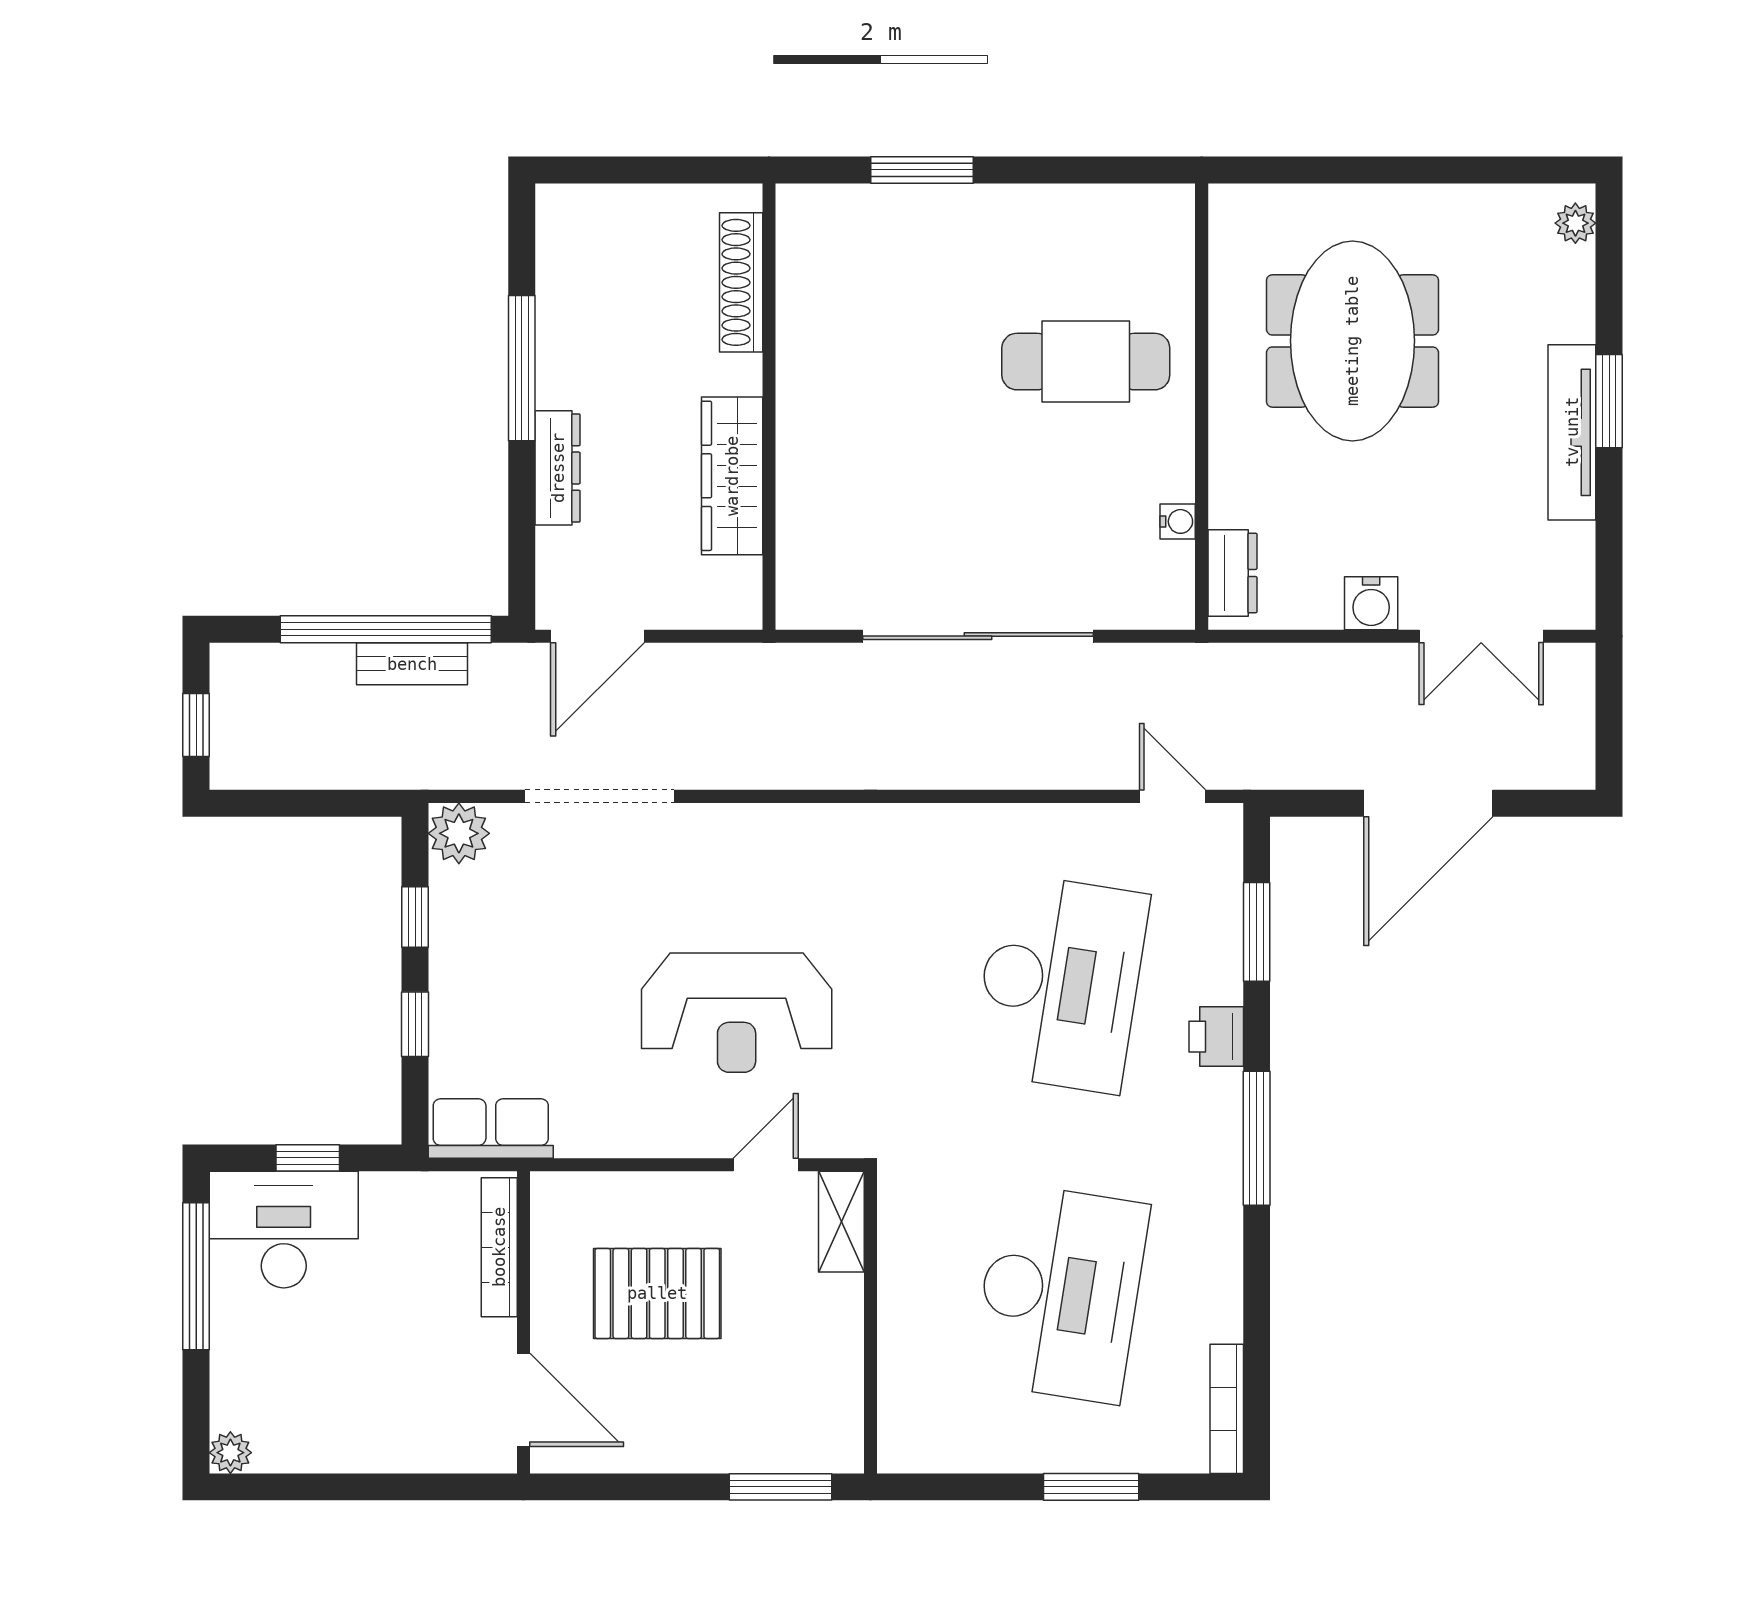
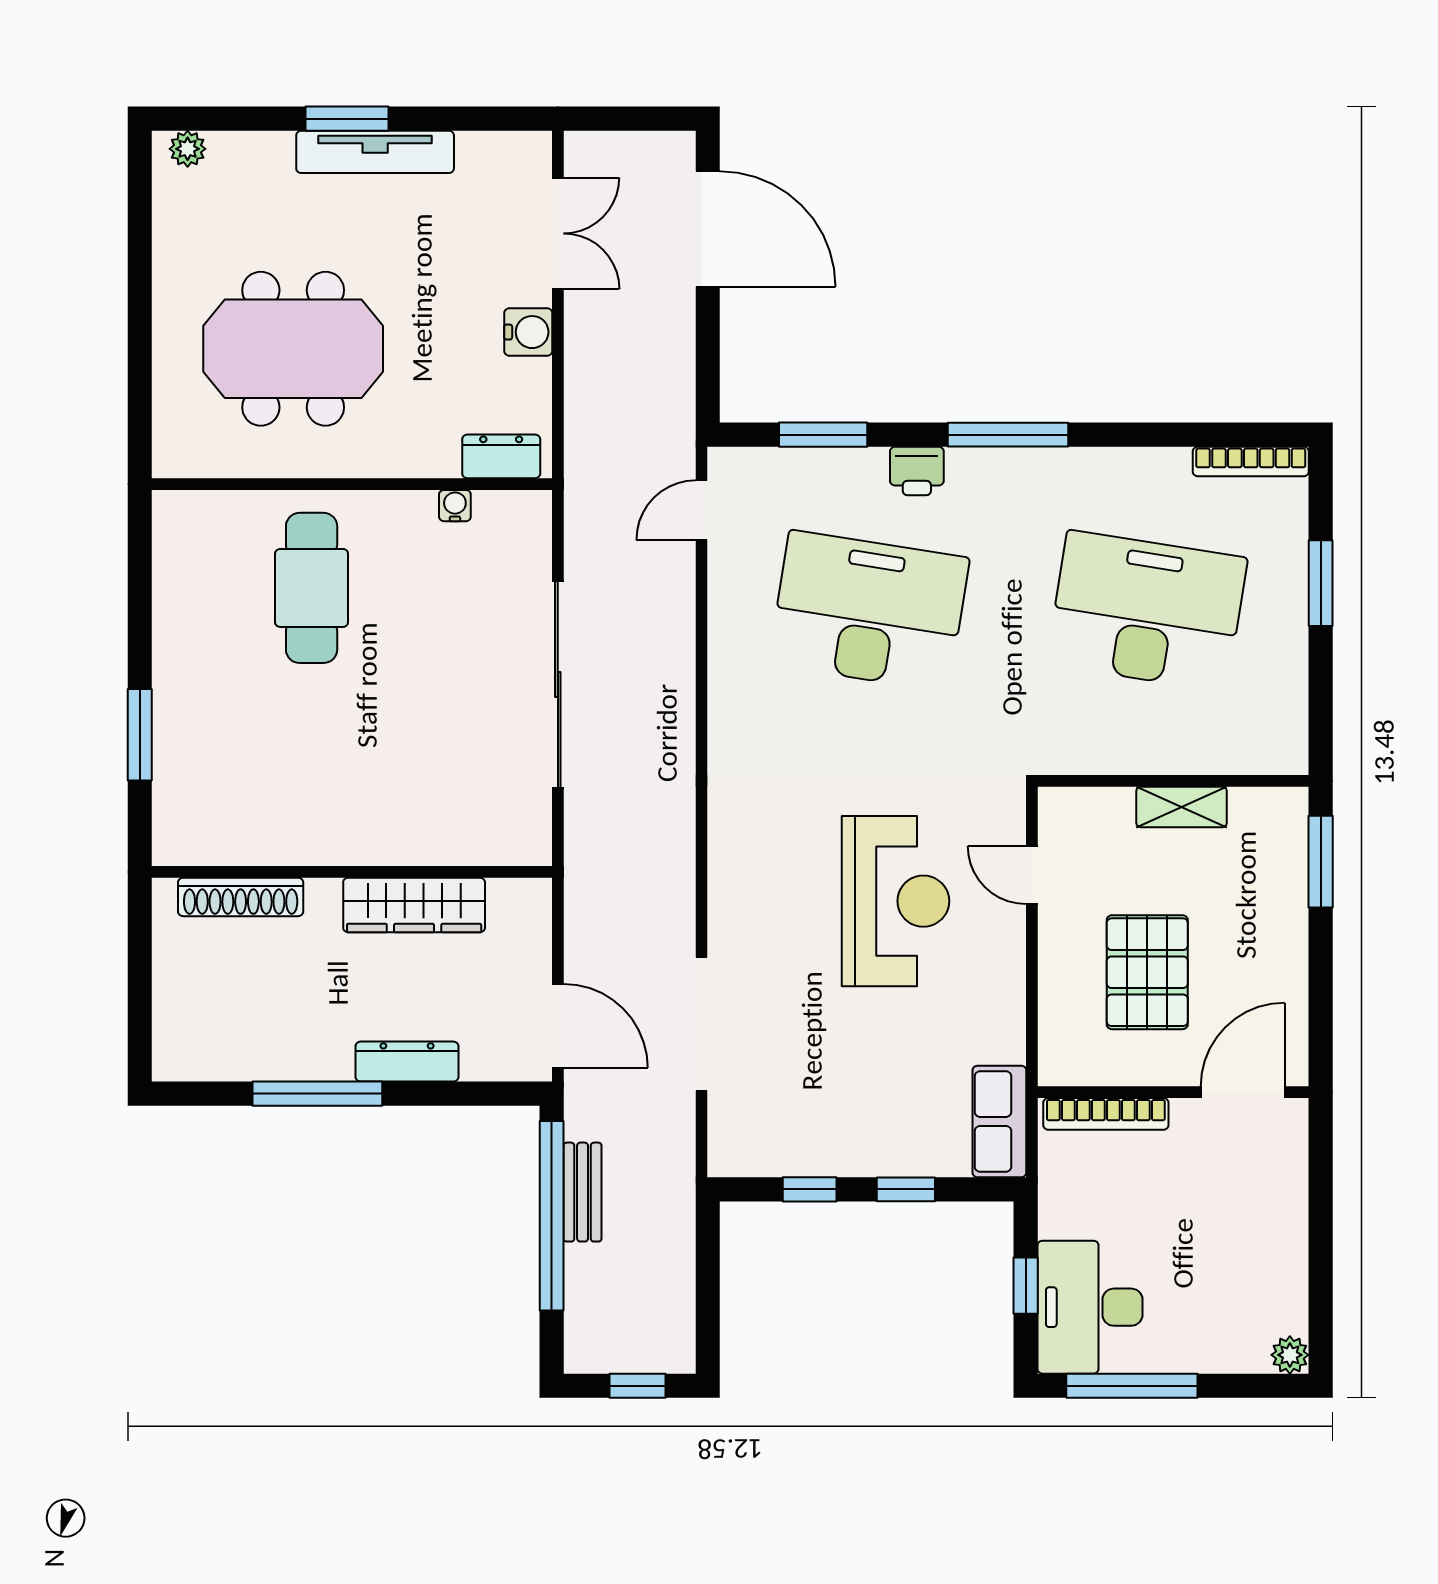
door: (1428, 803) -> (708, 229), moved
plant: (459, 833) -> (735, 1150), removed
shelving: (841, 1222) -> (1182, 807), moved

